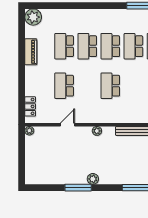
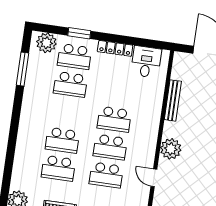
school desk: (110, 46) -> (110, 147), moved
plant: (97, 131) -> (171, 149), width x1.88, depth x1.88

